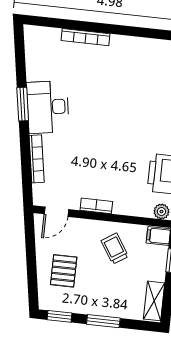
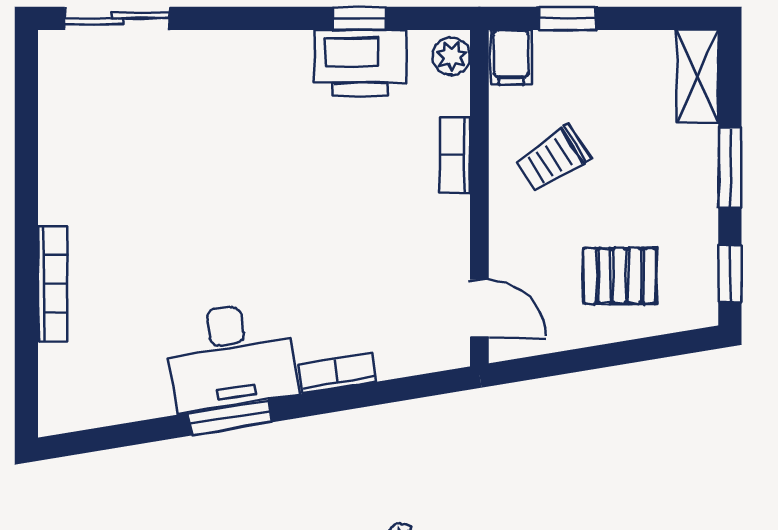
bookcase: (37, 159) -> (337, 373), width x0.64
bookcase: (96, 206) -> (455, 155), moved
shelving: (154, 301) -> (698, 76), moved, turned 90

